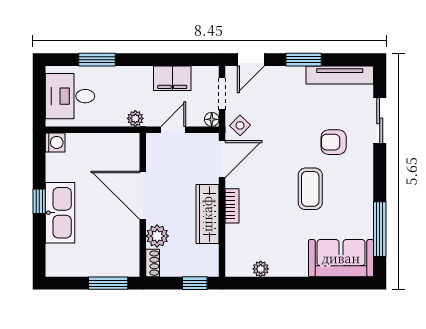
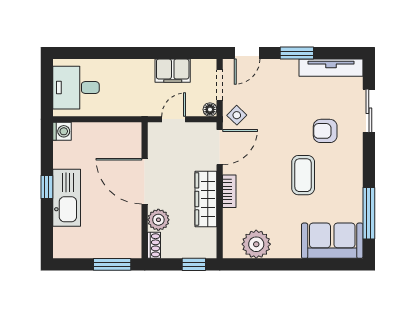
window: (97, 60) -> (101, 53), removed
plant: (135, 118) -> (138, 109), removed
plant: (261, 269) -> (256, 244), width x1.87, depth x1.87

